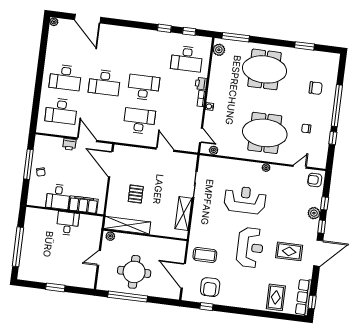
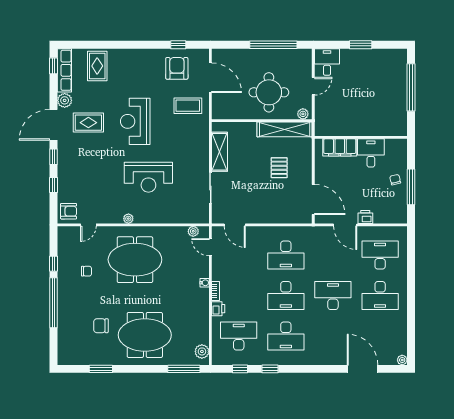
desk: (148, 54) -> (286, 336), added
desk: (65, 77) -> (380, 296), turned 180
chair: (316, 88) -> (101, 326), moved
door: (165, 150) -> (235, 225), moved
plant: (314, 213) -> (65, 100), moved
desk: (68, 223) -> (327, 62), moved, turned 180
round table: (134, 272) -> (269, 92), moved

